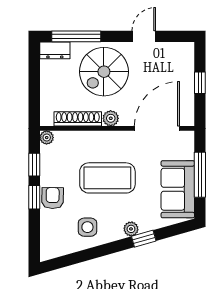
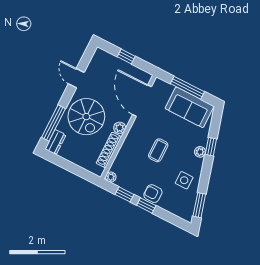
coffee table: (107, 178) -> (158, 150), width x0.54, depth x0.58
window: (67, 260) -> (199, 205), added

